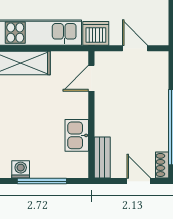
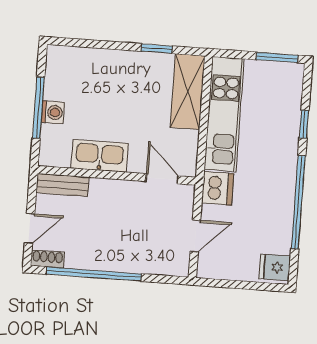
kitchen sink: (77, 135) -> (100, 156), width x1.38
washing machine: (21, 169) -> (53, 112), moved

